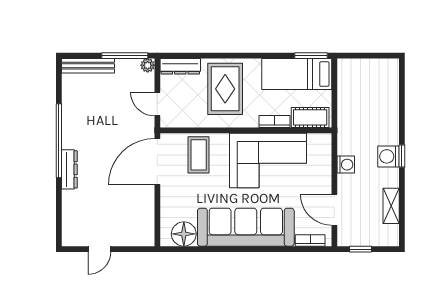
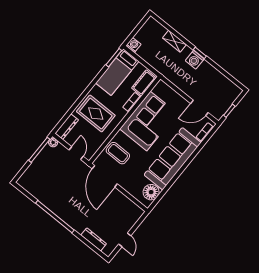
bench: (88, 66) -> (29, 172), removed
door: (157, 104) -> (76, 153), swing flipped
washing machine: (346, 165) -> (133, 45), moved
dresser: (69, 169) -> (94, 239), moved
shelving: (391, 206) -> (175, 41), moved

